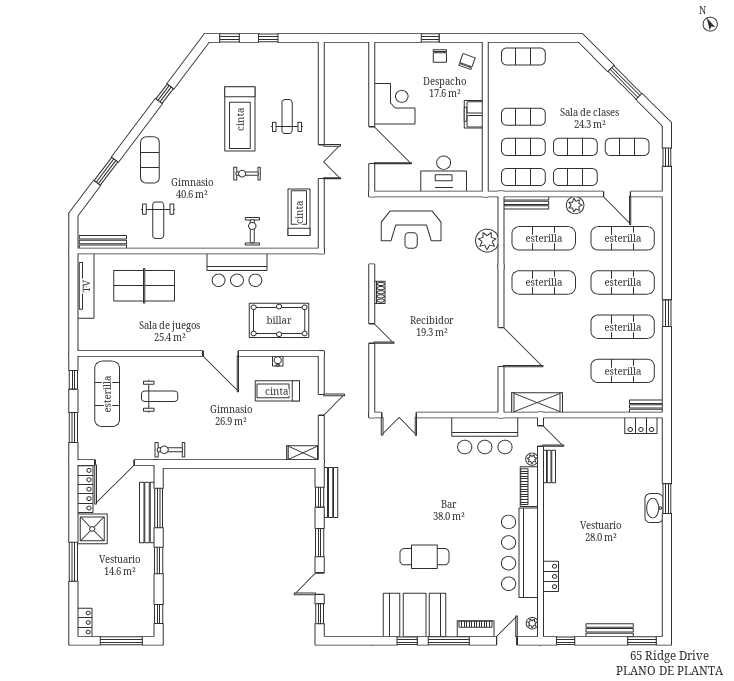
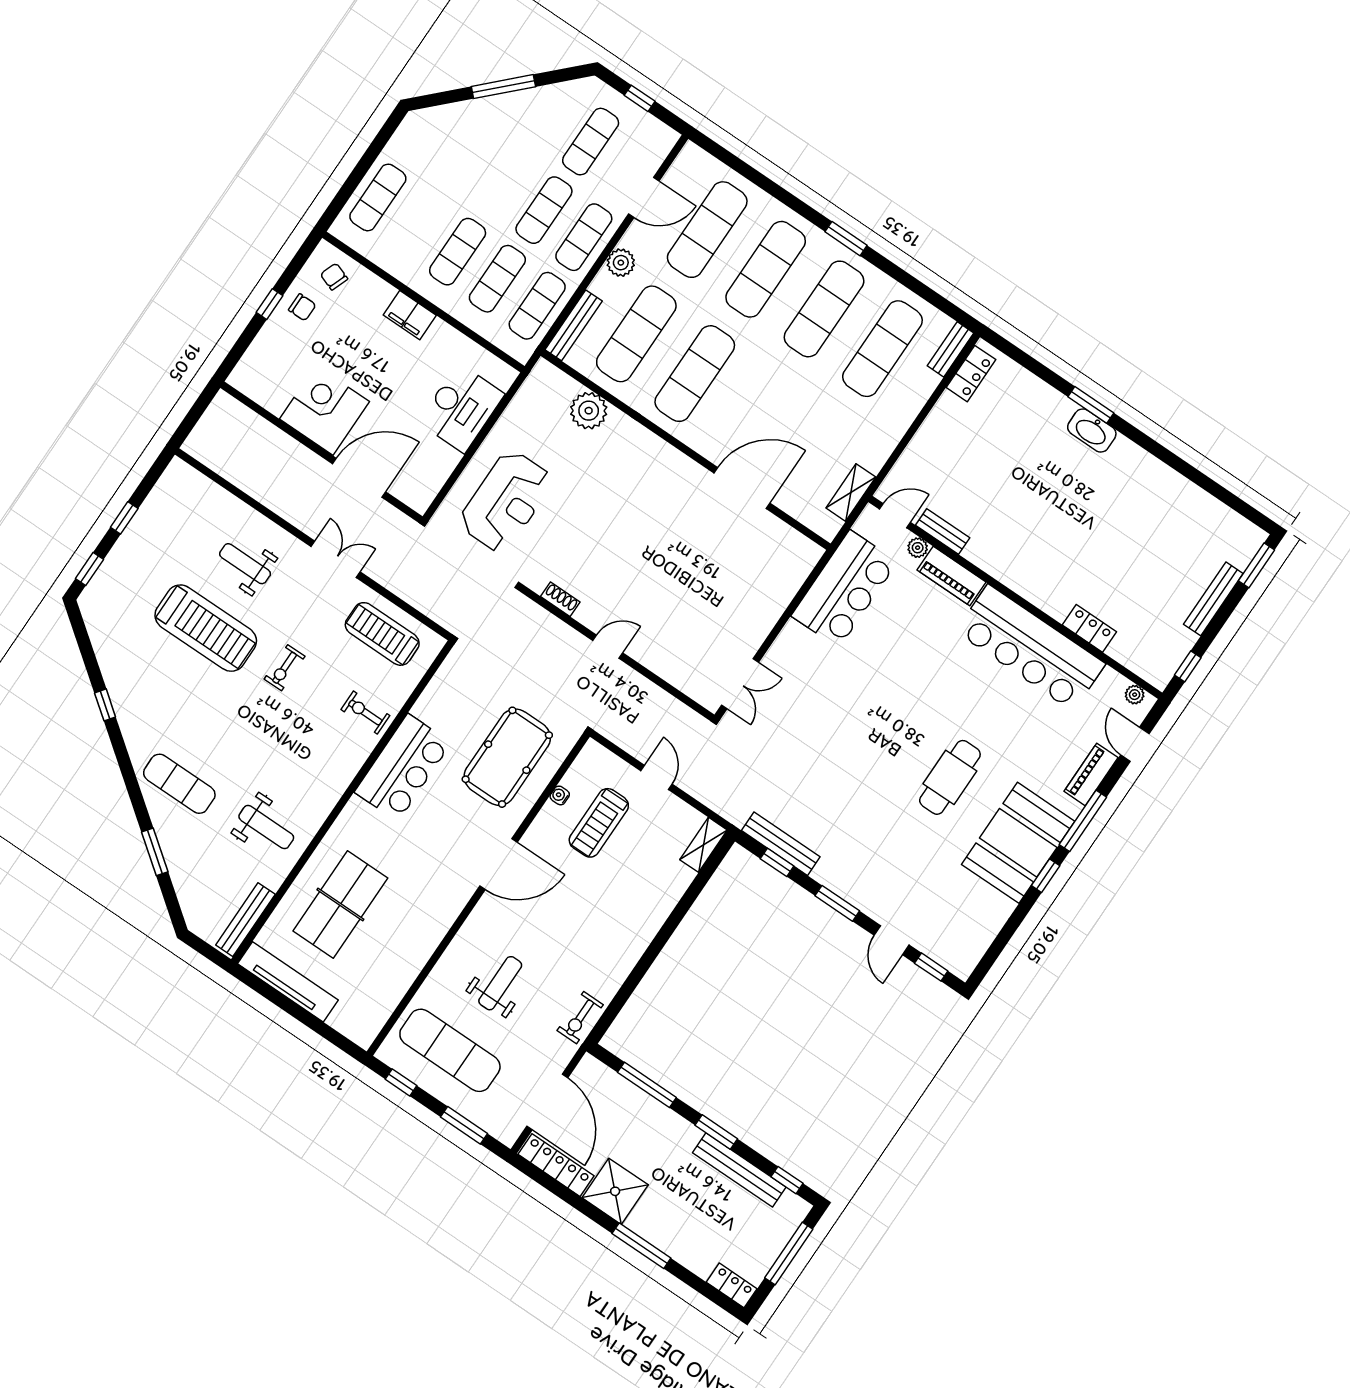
shelving: (537, 403) -> (851, 492), width x0.67, depth x0.75
bench: (147, 513) -> (739, 1170), moved

